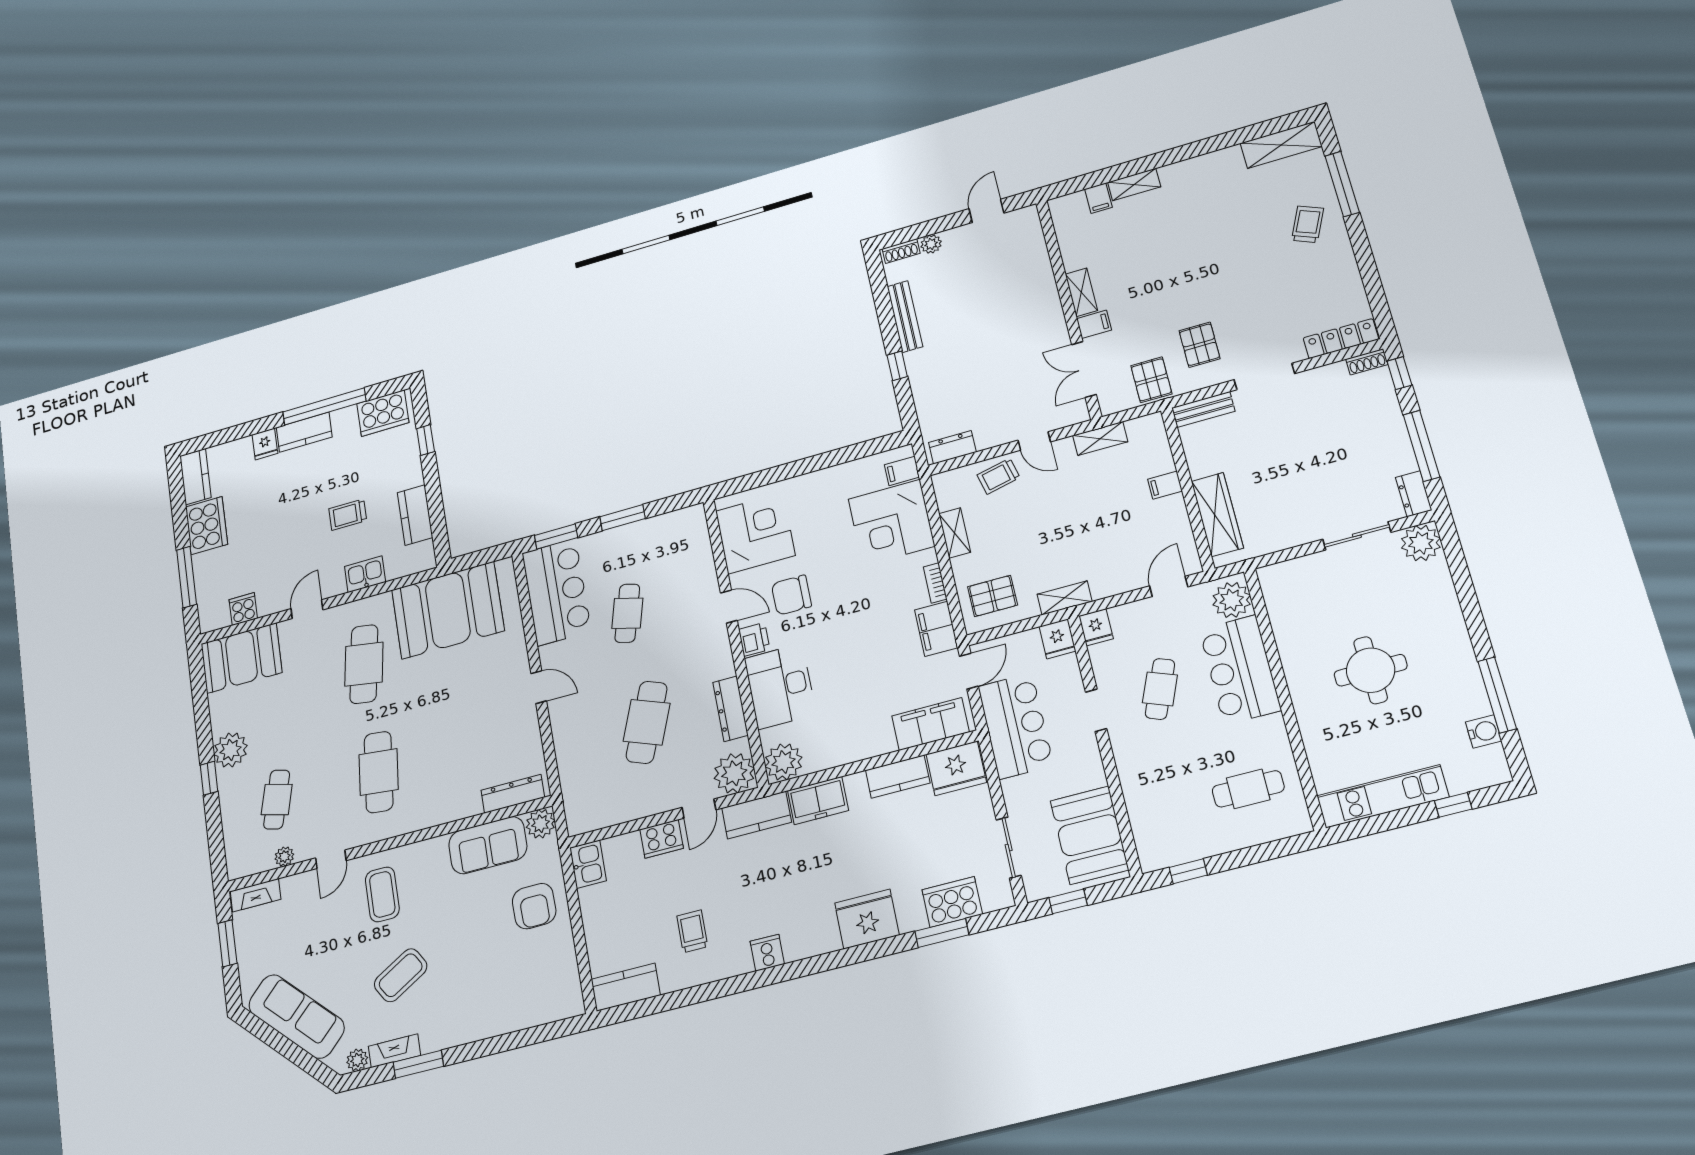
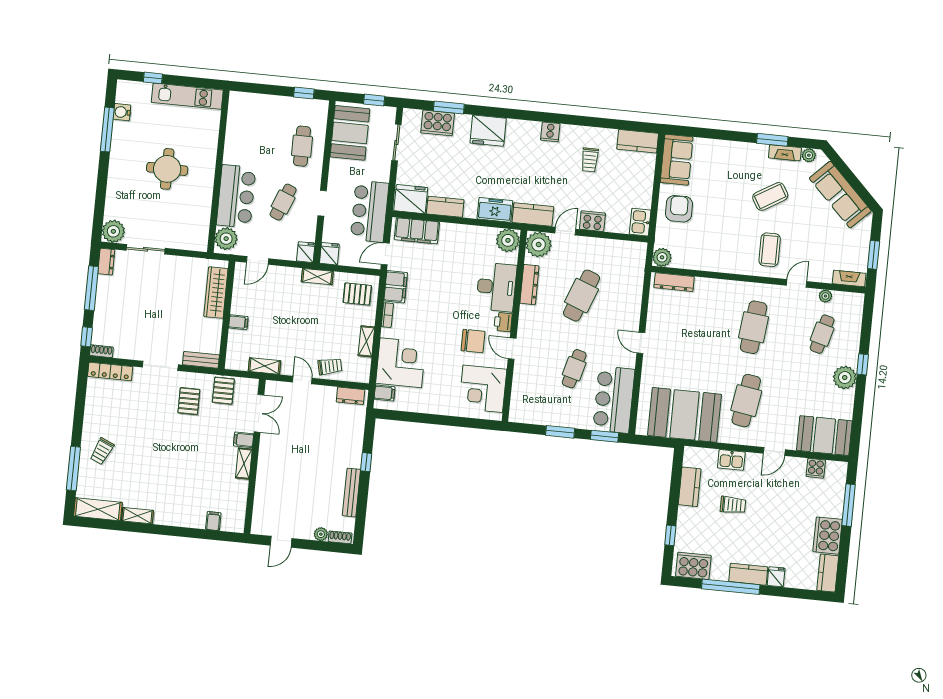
shelving: (1134, 184) -> (137, 516), moved
cafe table: (1248, 789) -> (302, 146), moved, turned 90
sofa: (488, 845) -> (677, 160), moved, turned 90

